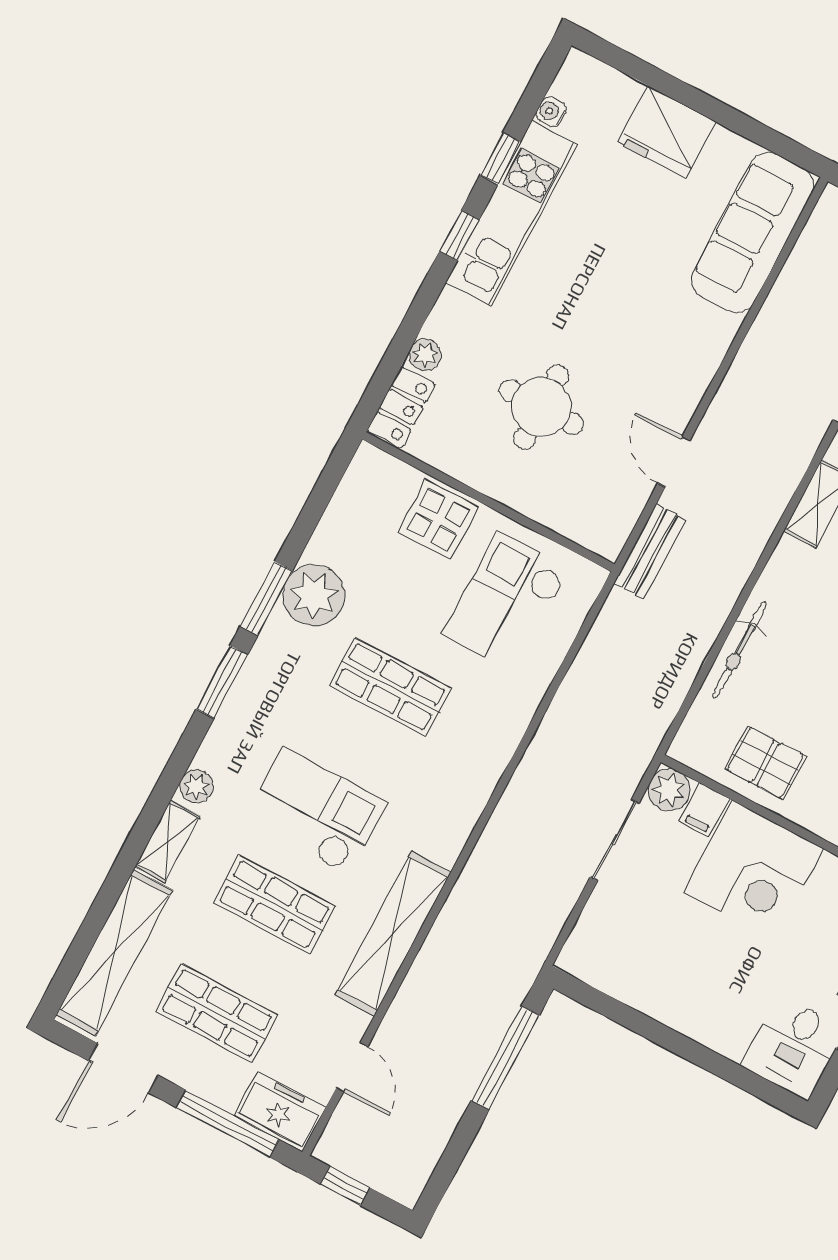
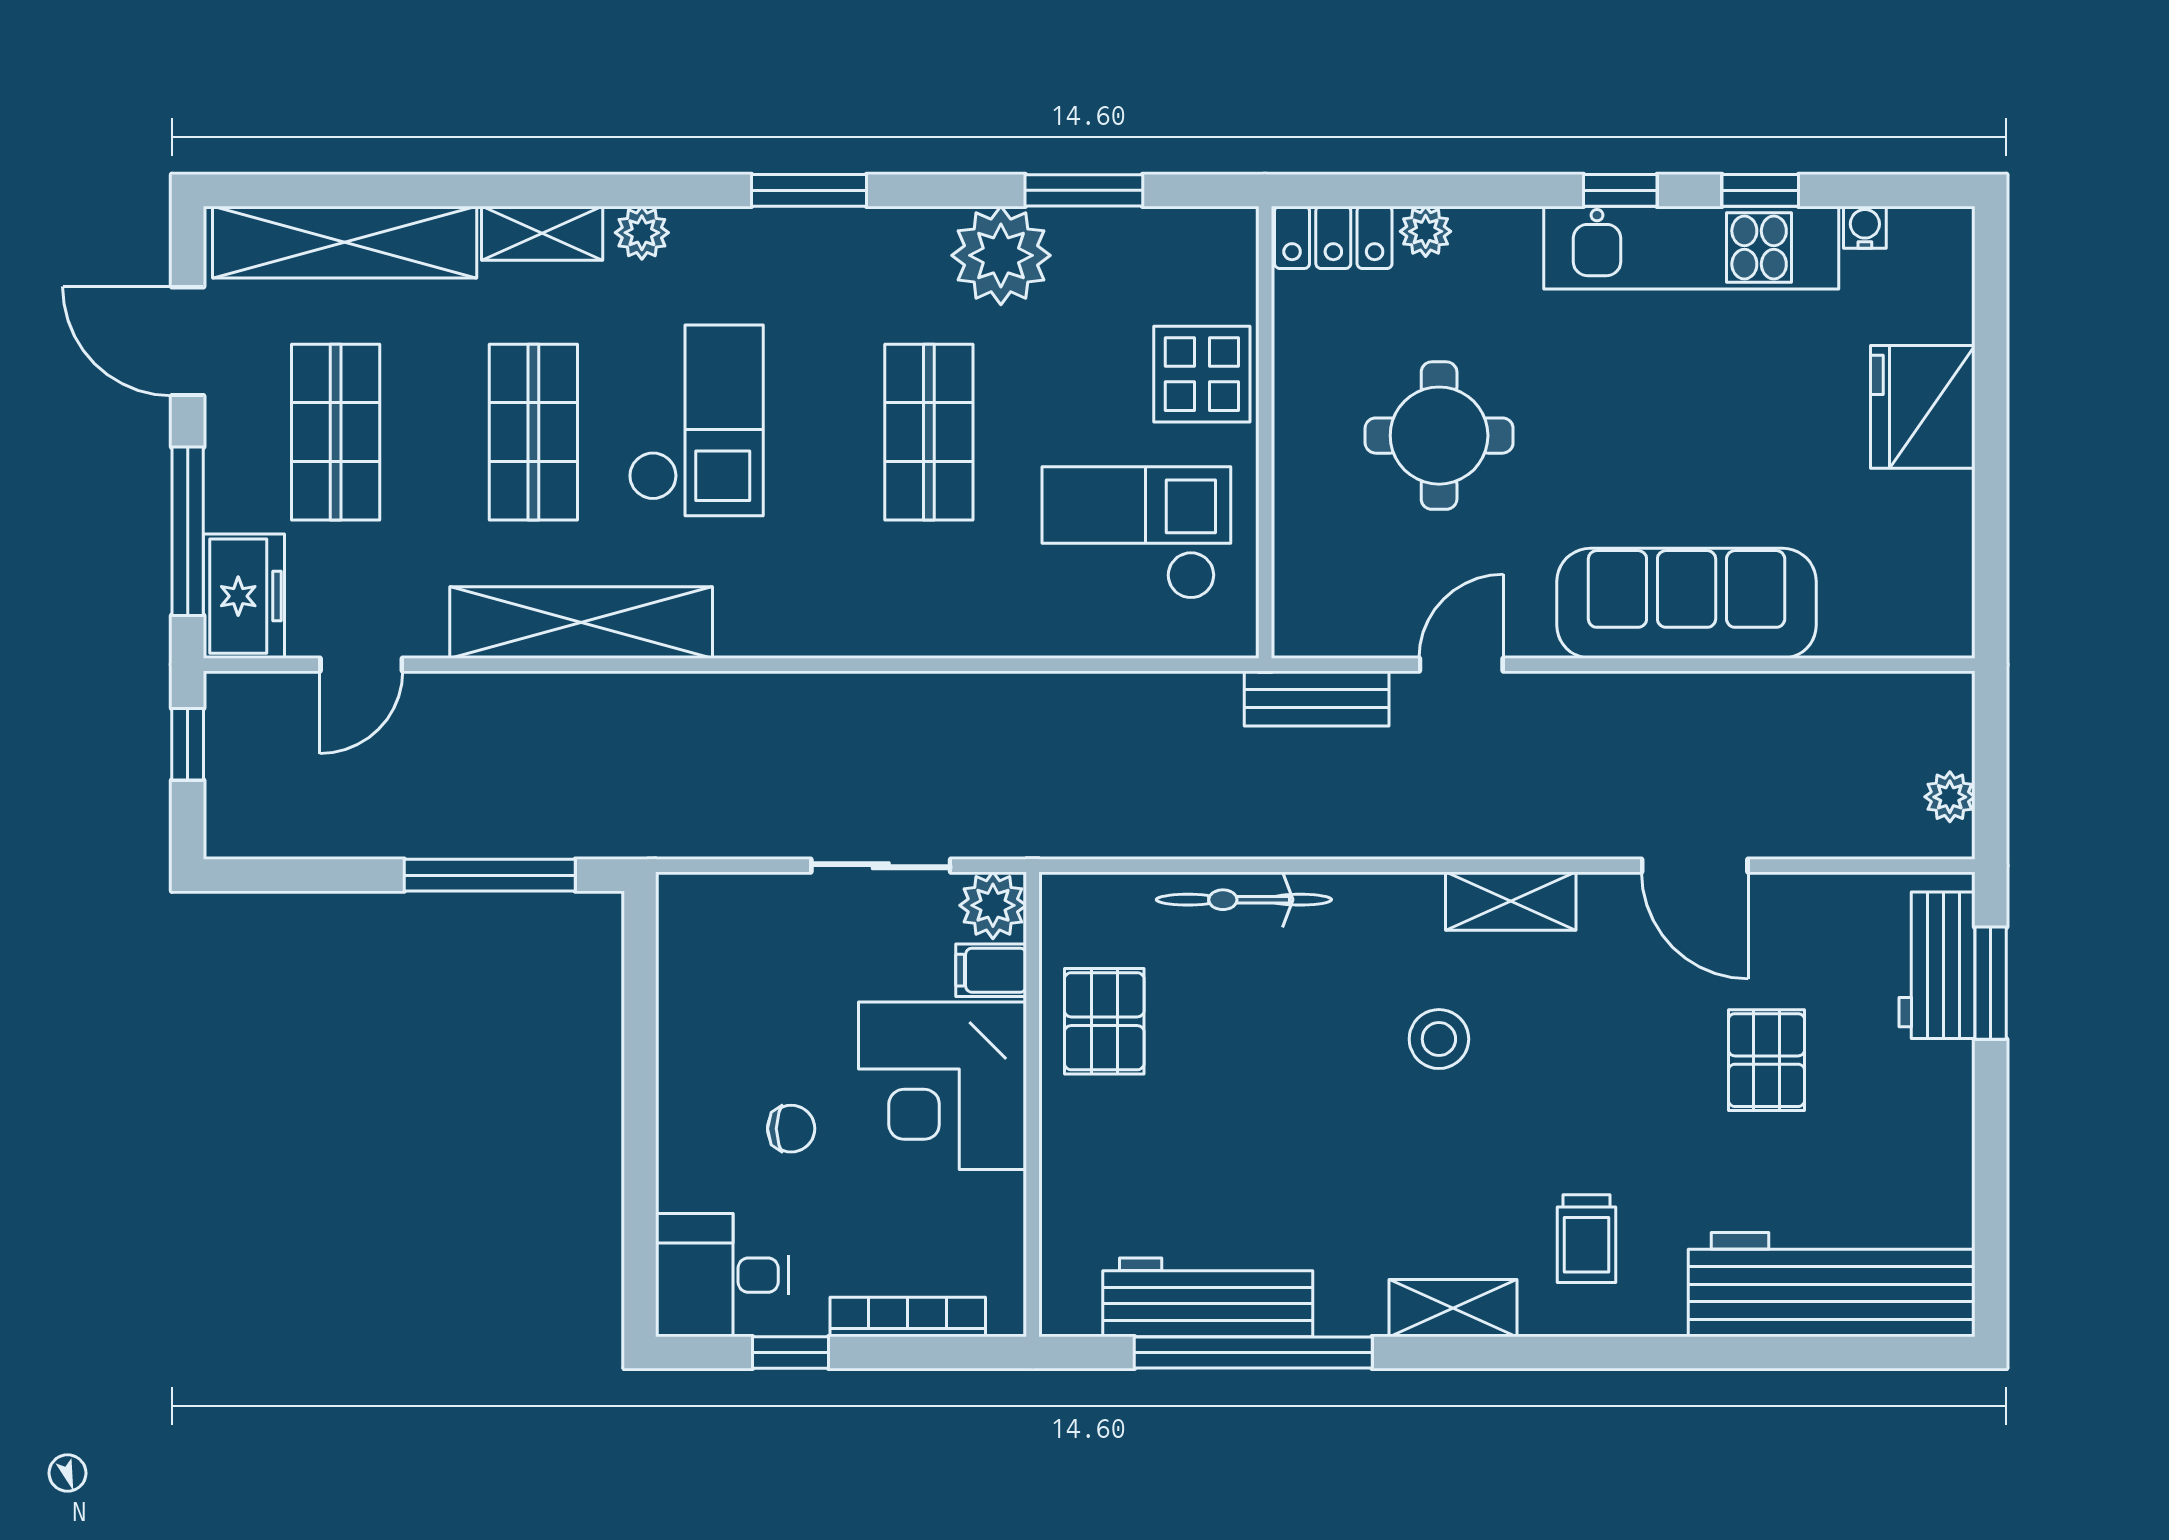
sofa: (752, 232) -> (1687, 603), moved
window: (266, 599) -> (1084, 190), moved
chair: (733, 966) -> (791, 1129), added

